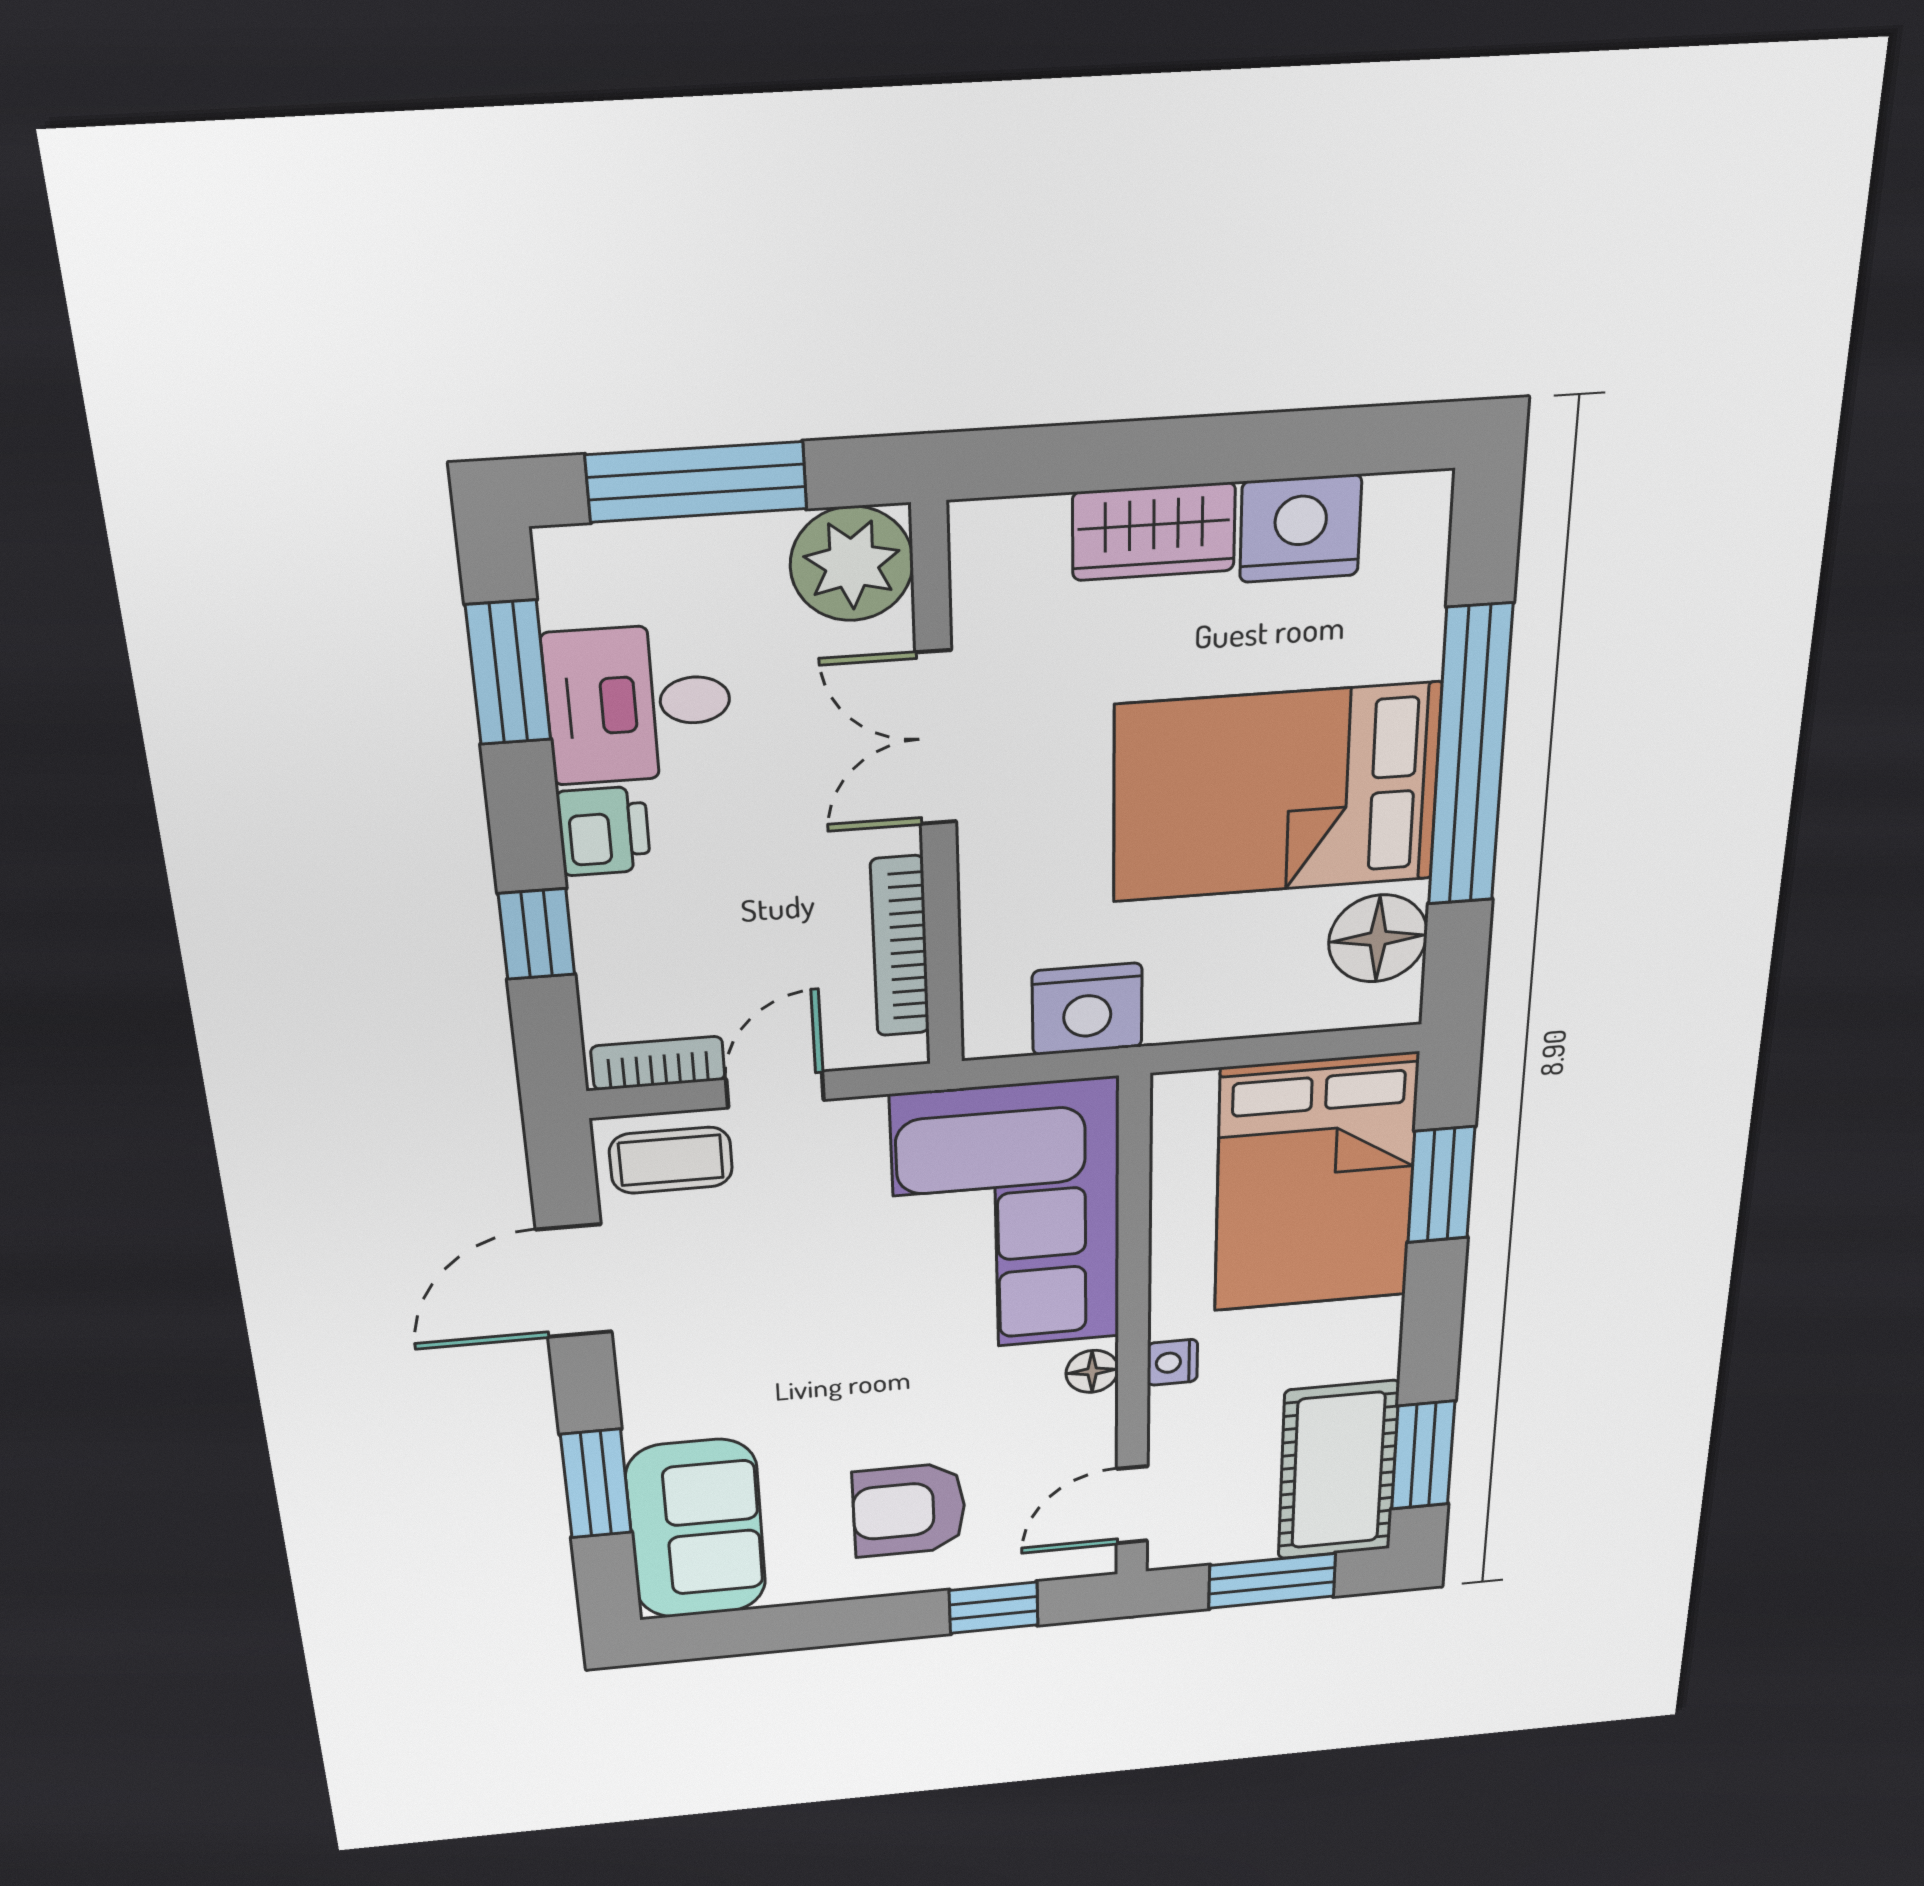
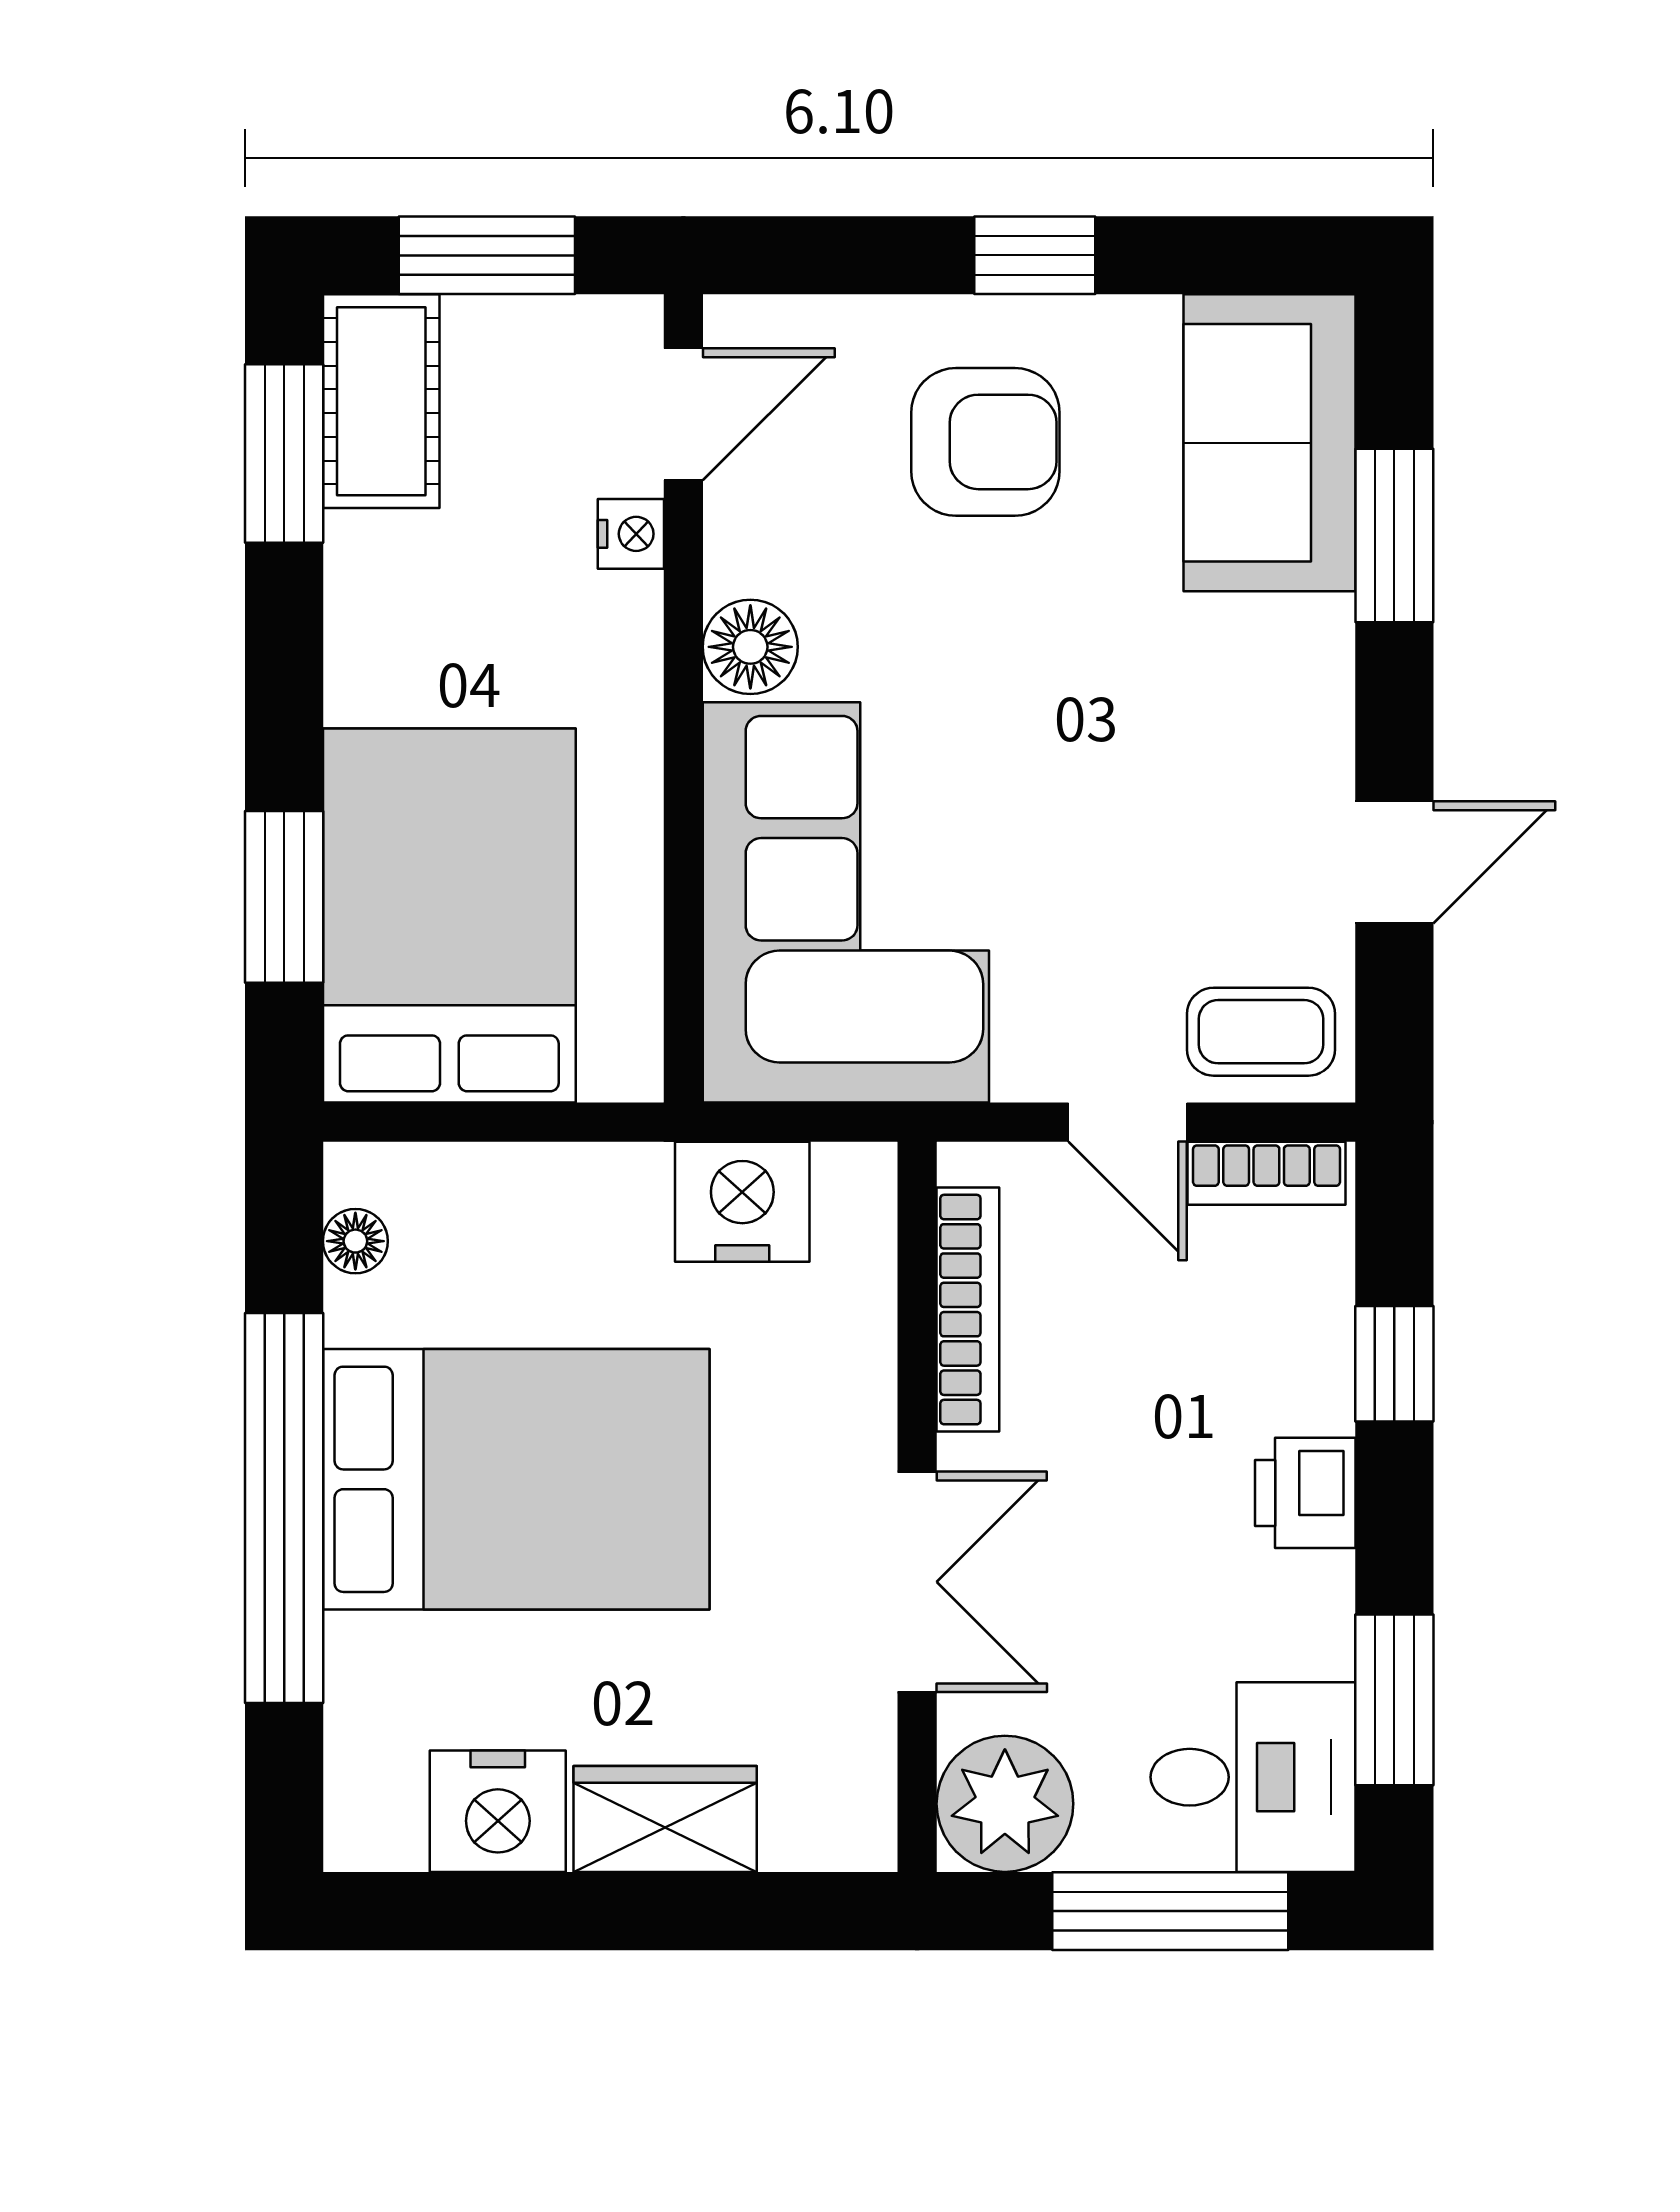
desk: (639, 704) -> (1253, 1777), moved
floor lamp: (1378, 938) -> (355, 1241), width x0.53, depth x0.53
door: (775, 1090) -> (1128, 1122), hinge flipped
door: (574, 1281) -> (1394, 862), width x0.73
nightstand: (1172, 1362) -> (631, 534), moved
floor lamp: (1092, 1371) -> (750, 647), width x1.37, depth x1.37
cot: (1338, 1471) -> (381, 401), width x0.73, depth x0.75
window: (994, 1608) -> (1035, 255), moved

